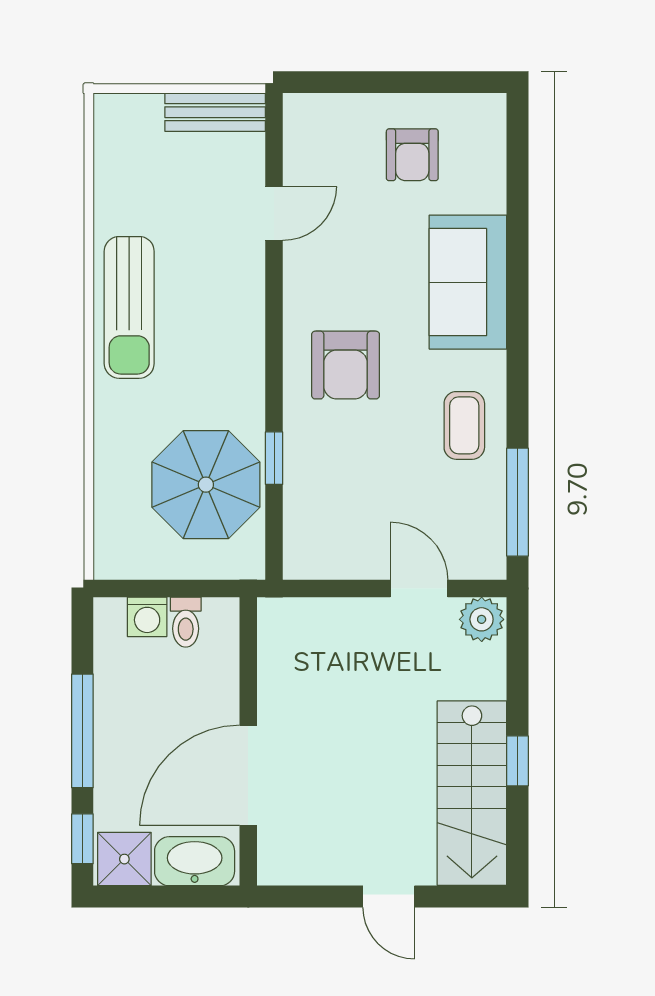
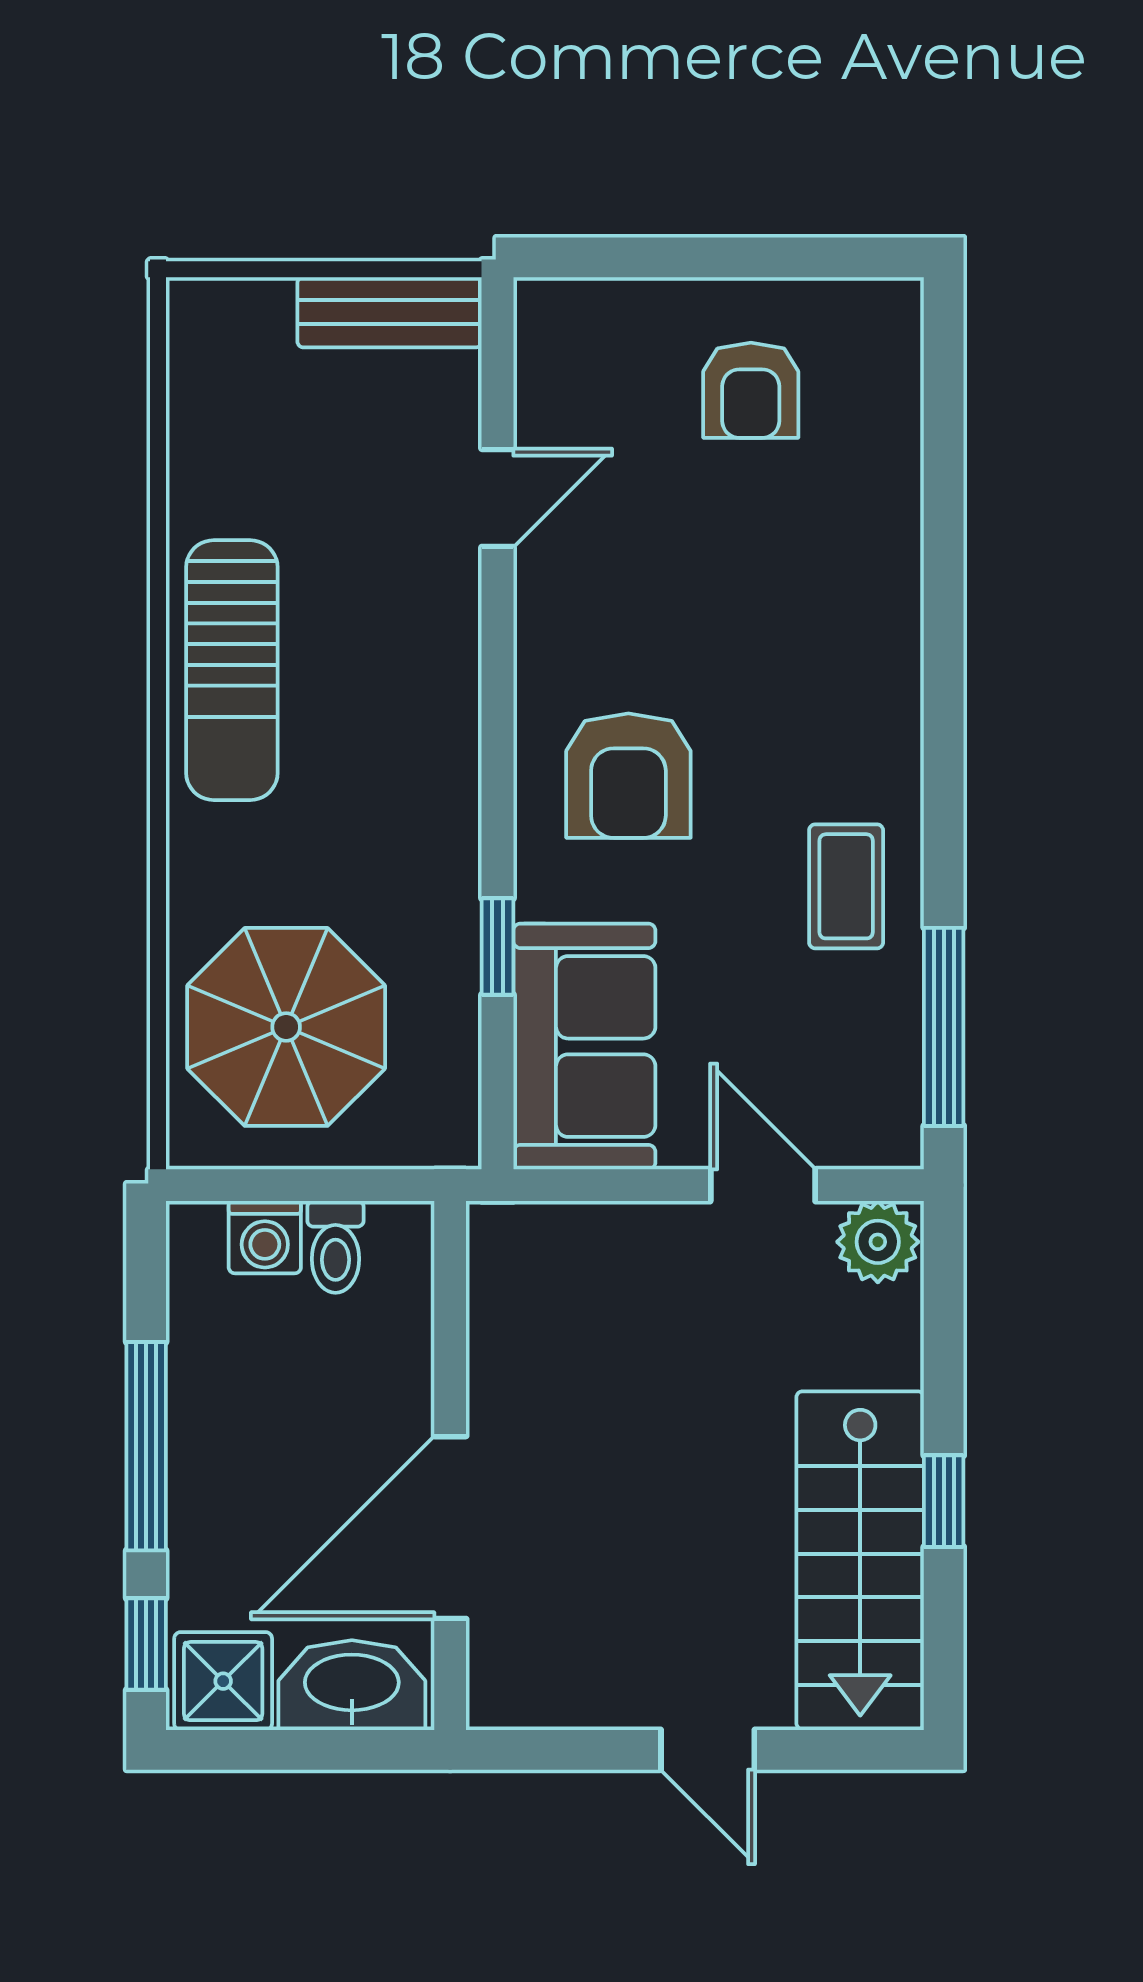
sofa: (468, 282) -> (584, 1046), moved, turned 180
parasol: (206, 485) -> (286, 1027), moved

